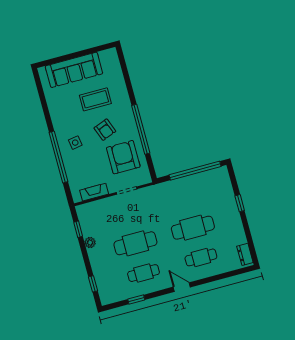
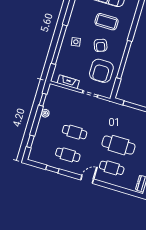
armchair: (123, 157) -> (101, 71), turned 180
cafe table: (135, 243) -> (75, 132), width x0.73, depth x0.74
door: (182, 287) -> (87, 179), hinge flipped

